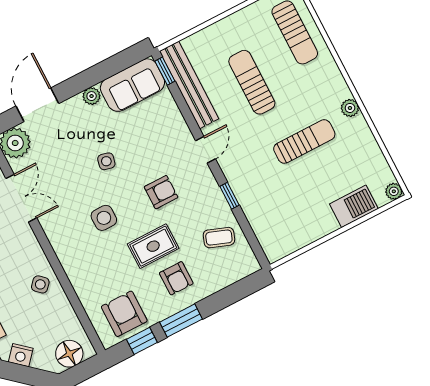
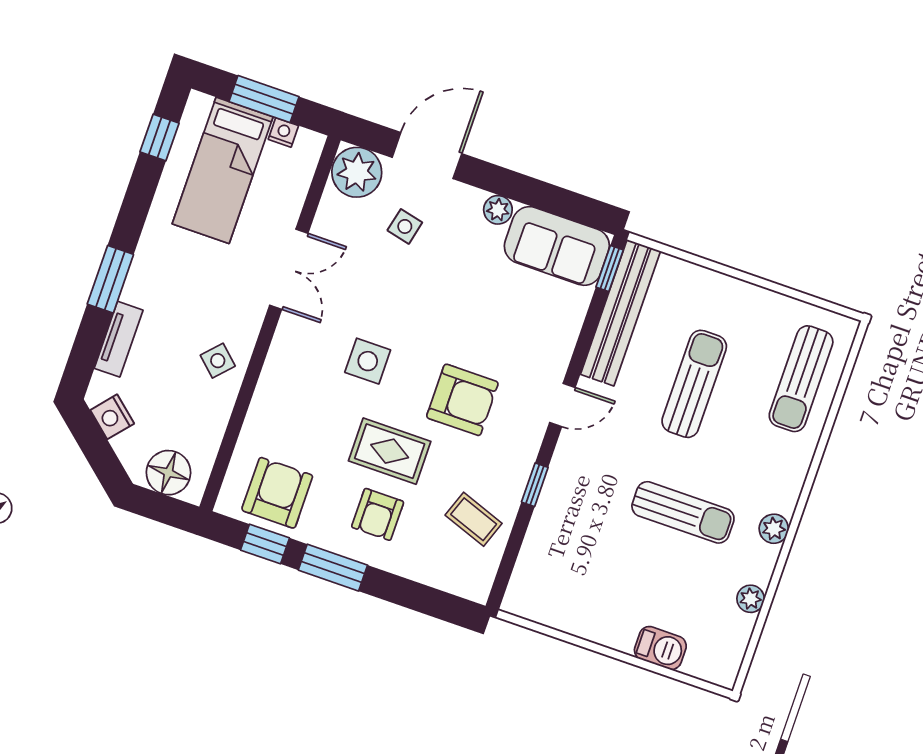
side table: (106, 161) -> (405, 226), moved
plant: (394, 191) -> (751, 599), moved
armchair: (161, 192) -> (462, 400), width x1.38, depth x1.38
double door: (21, 198) -> (289, 269), moved
barbecue: (354, 206) -> (660, 648), width x0.73, depth x0.79

